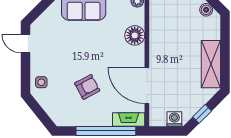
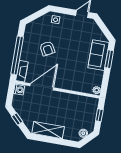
floor lamp: (135, 35) -> (75, 85), removed
washing machine: (174, 119) -> (19, 90), moved

